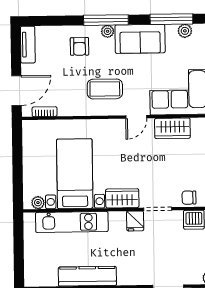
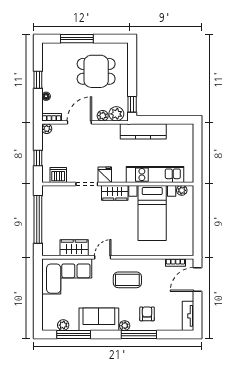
window: (106, 20) -> (139, 335), moved
chair: (189, 198) -> (62, 193), removed

